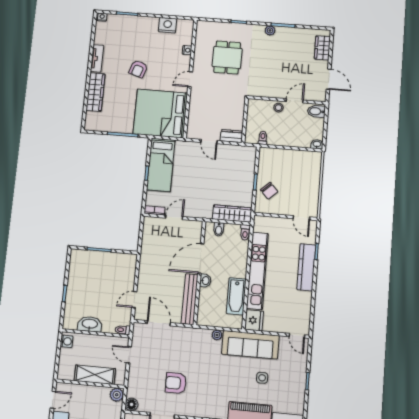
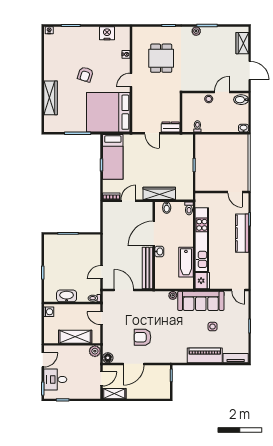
tv unit: (97, 58) -> (49, 68), removed
chair: (269, 191) -> (206, 171), removed
wardrobe: (232, 214) -> (159, 193), moved

